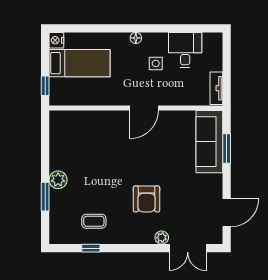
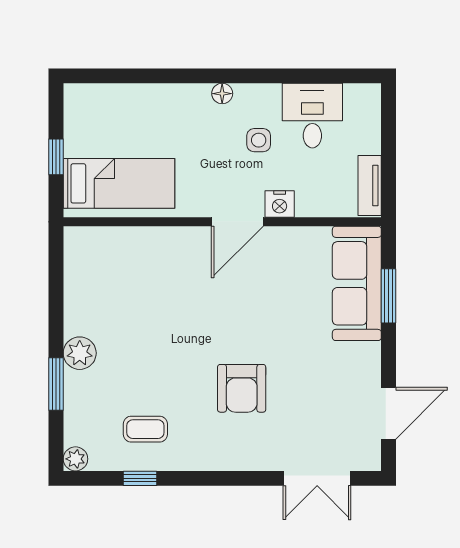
nightstand: (56, 40) -> (280, 204), moved, turned -90
bed: (79, 63) -> (119, 183), moved
window: (45, 86) -> (56, 157), moved
plant: (162, 238) -> (75, 459), moved

